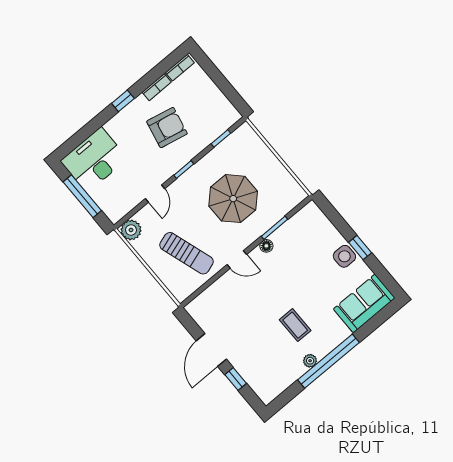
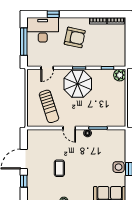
window: (123, 101) -> (53, 14), moved
armchair: (167, 128) -> (75, 37), moved
door: (155, 194) -> (47, 68), moved
parasol: (233, 199) -> (78, 84), moved
plant: (131, 230) -> (120, 75), moved
coffee table: (295, 325) -> (59, 168), moved

